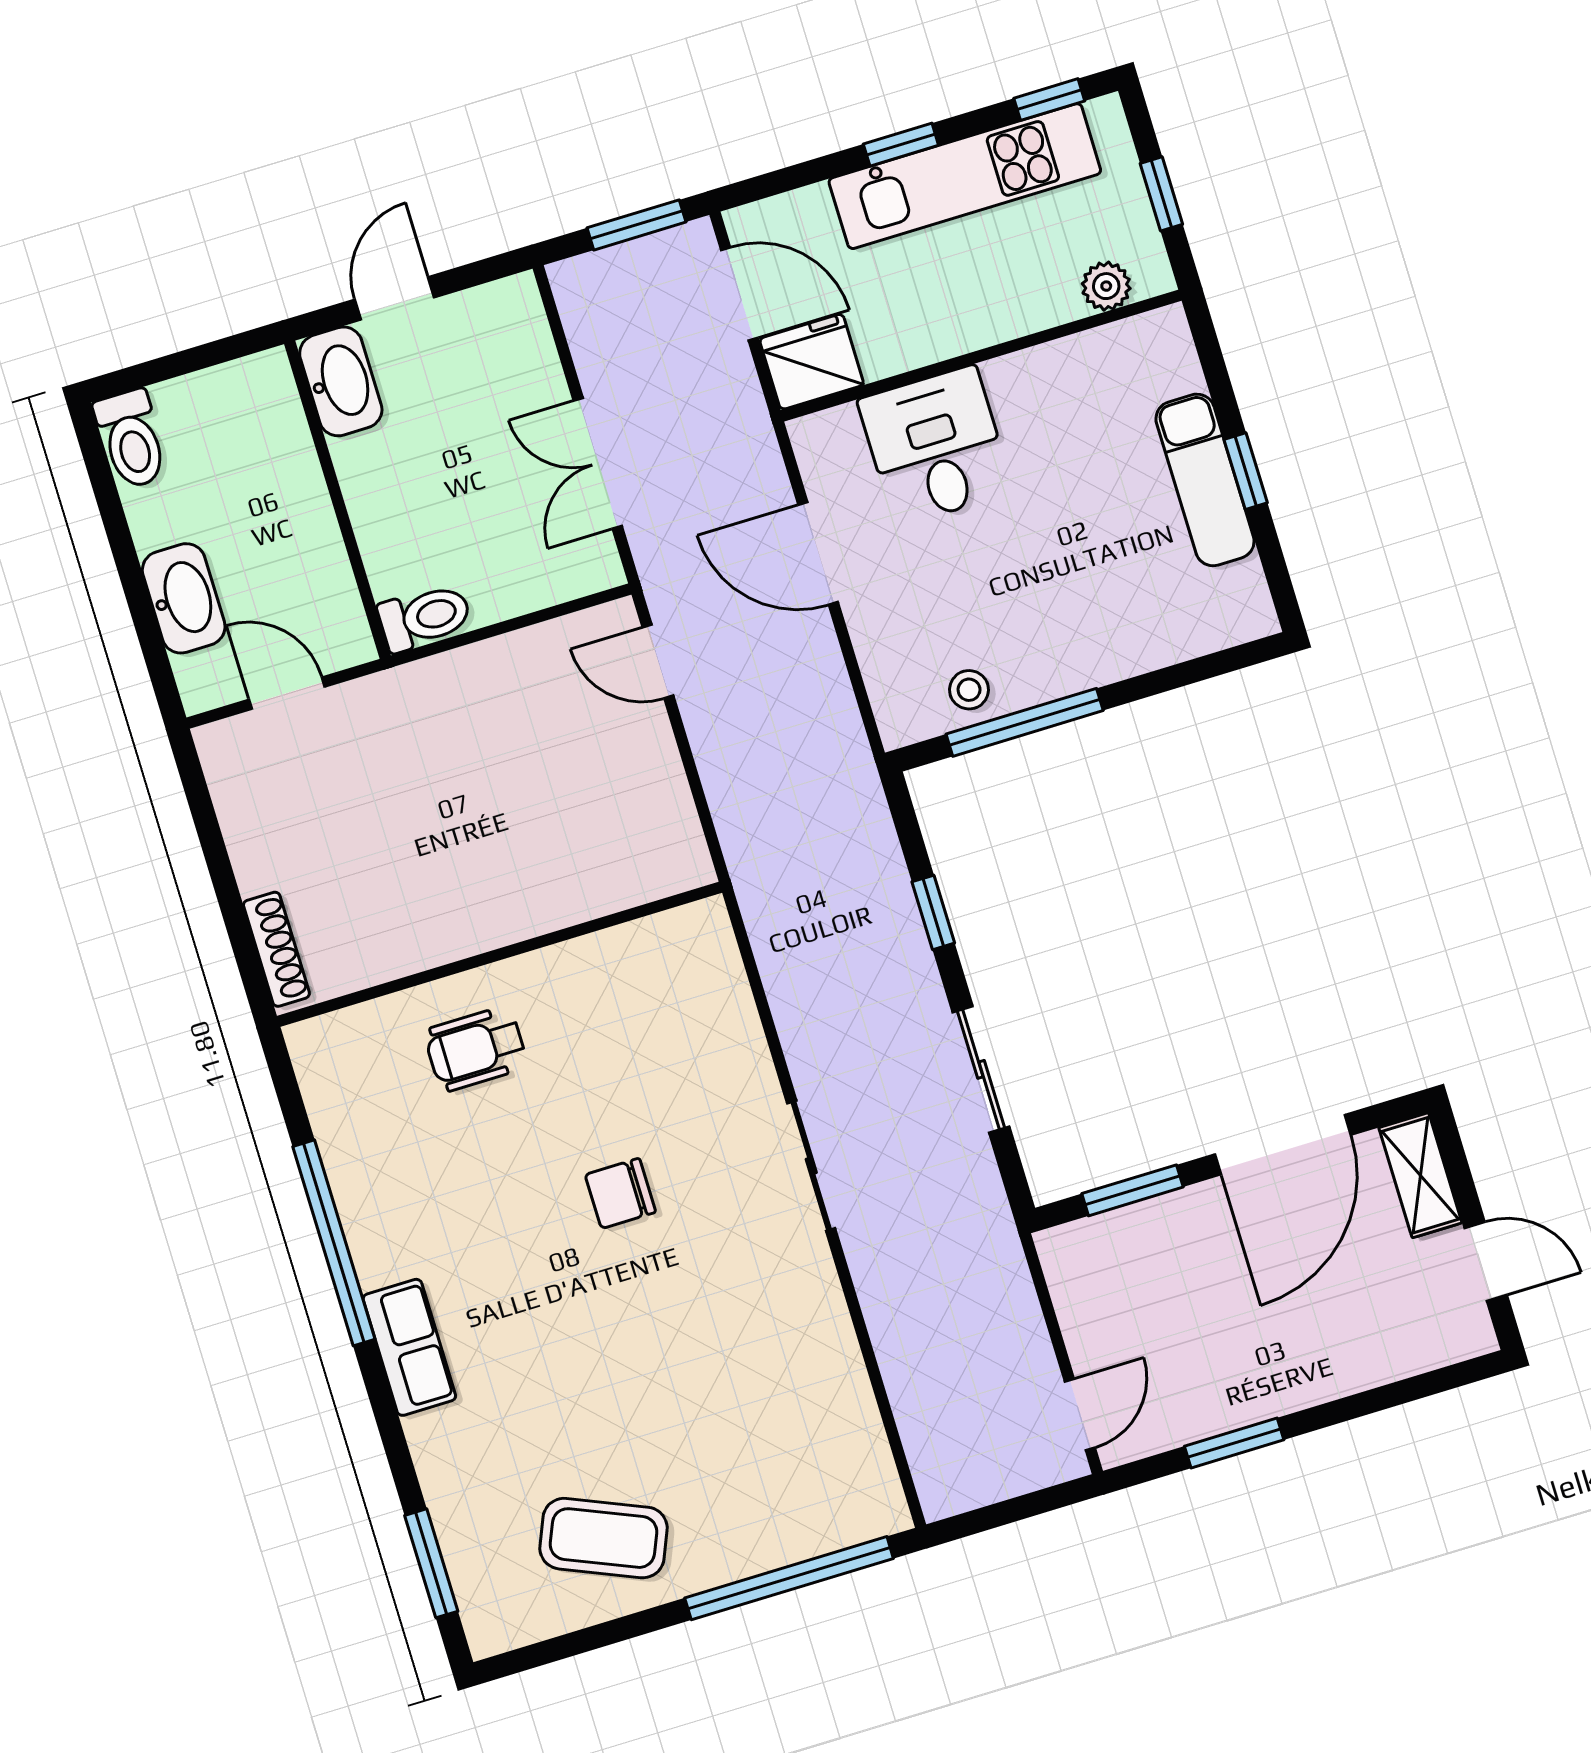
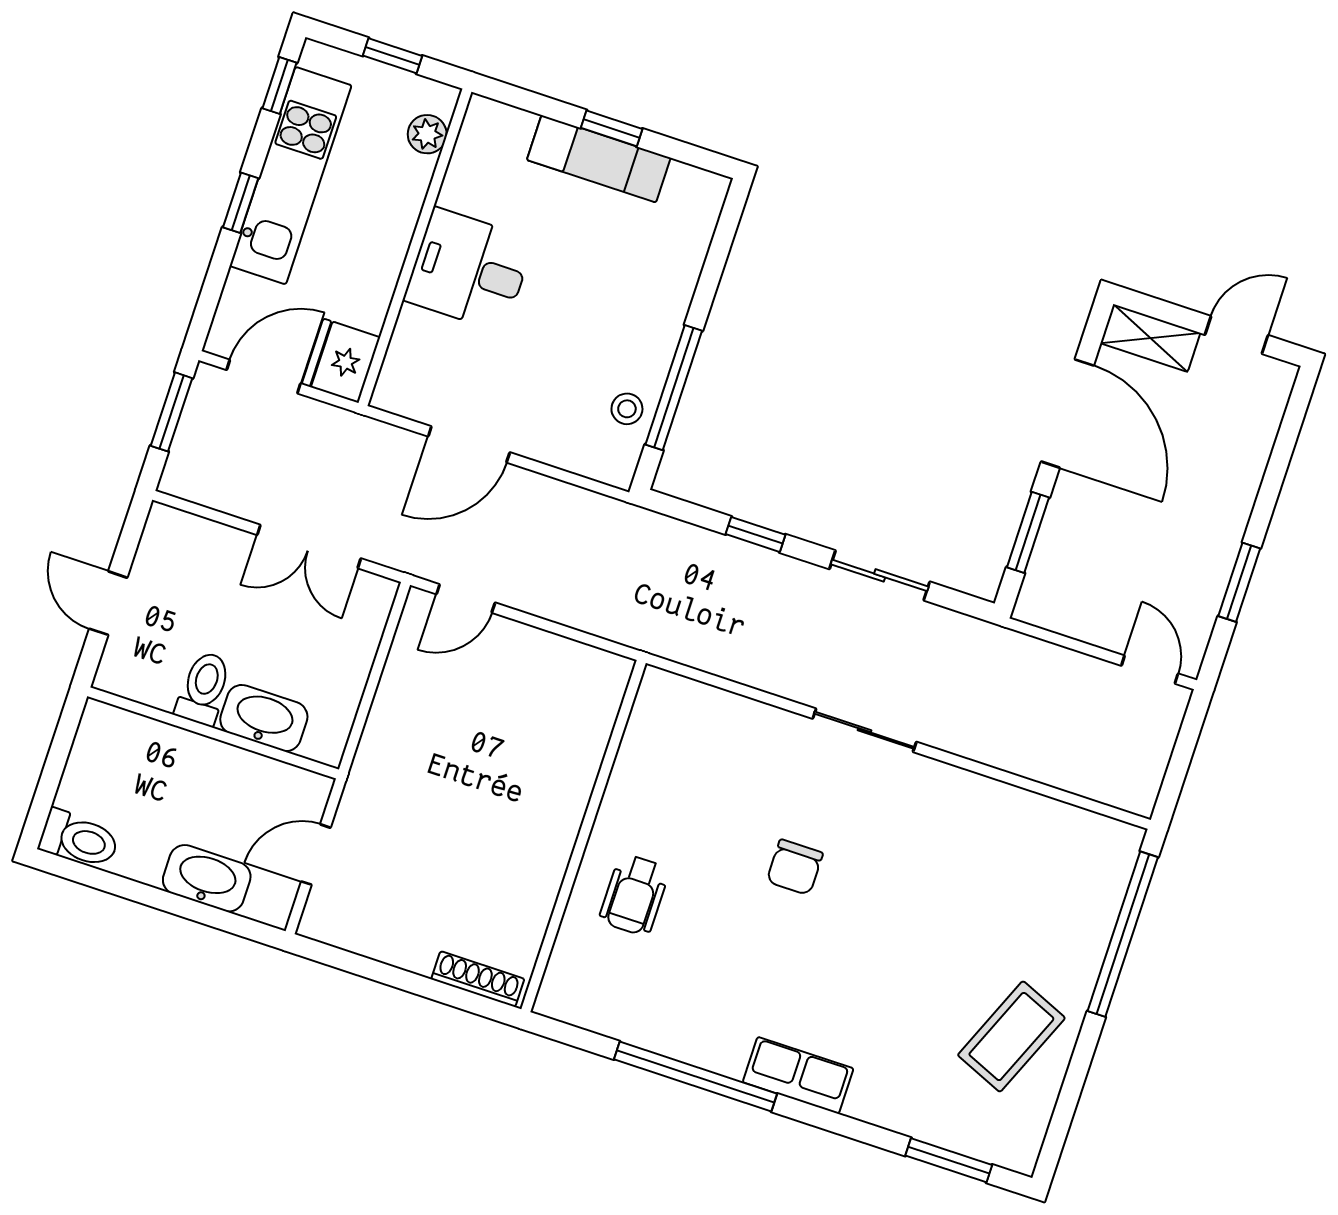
washbasin: (341, 381) -> (264, 718), moved
desk: (935, 446) -> (469, 270), moved
toilet: (425, 617) -> (204, 688), moved

